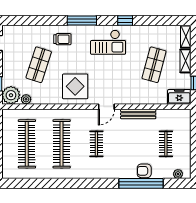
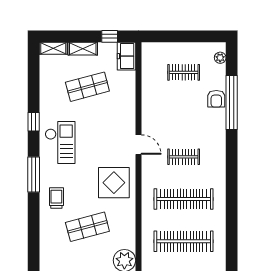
shop shelf: (39, 65) -> (87, 227), turned -33
shop shelf: (154, 65) -> (87, 87), turned -30
plant: (26, 99) -> (129, 242), removed
bench: (138, 114) -> (147, 106), removed

